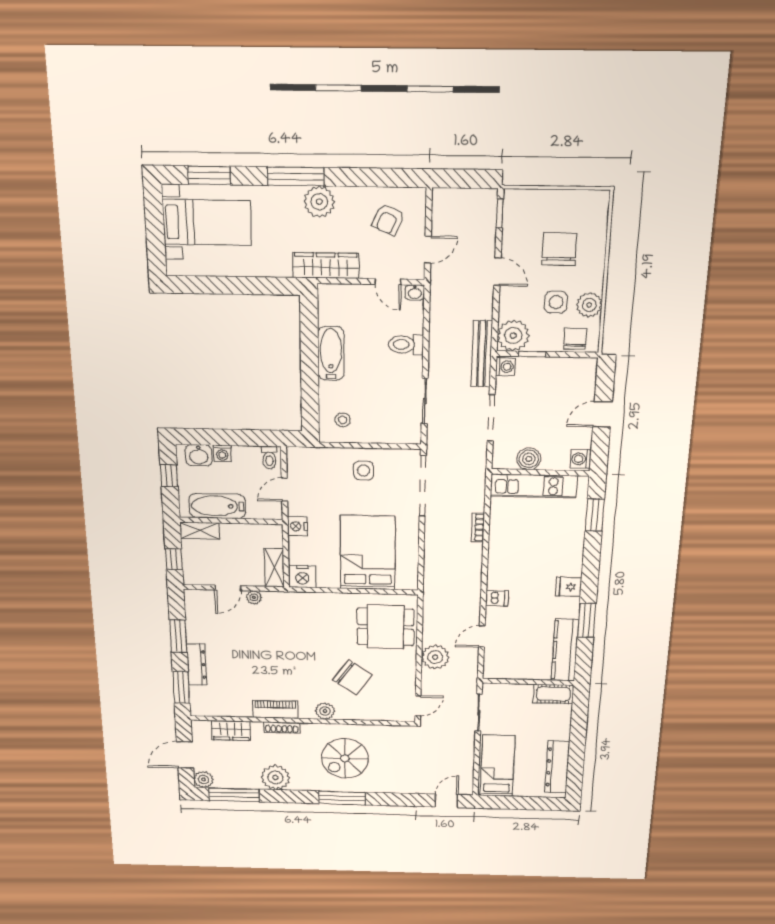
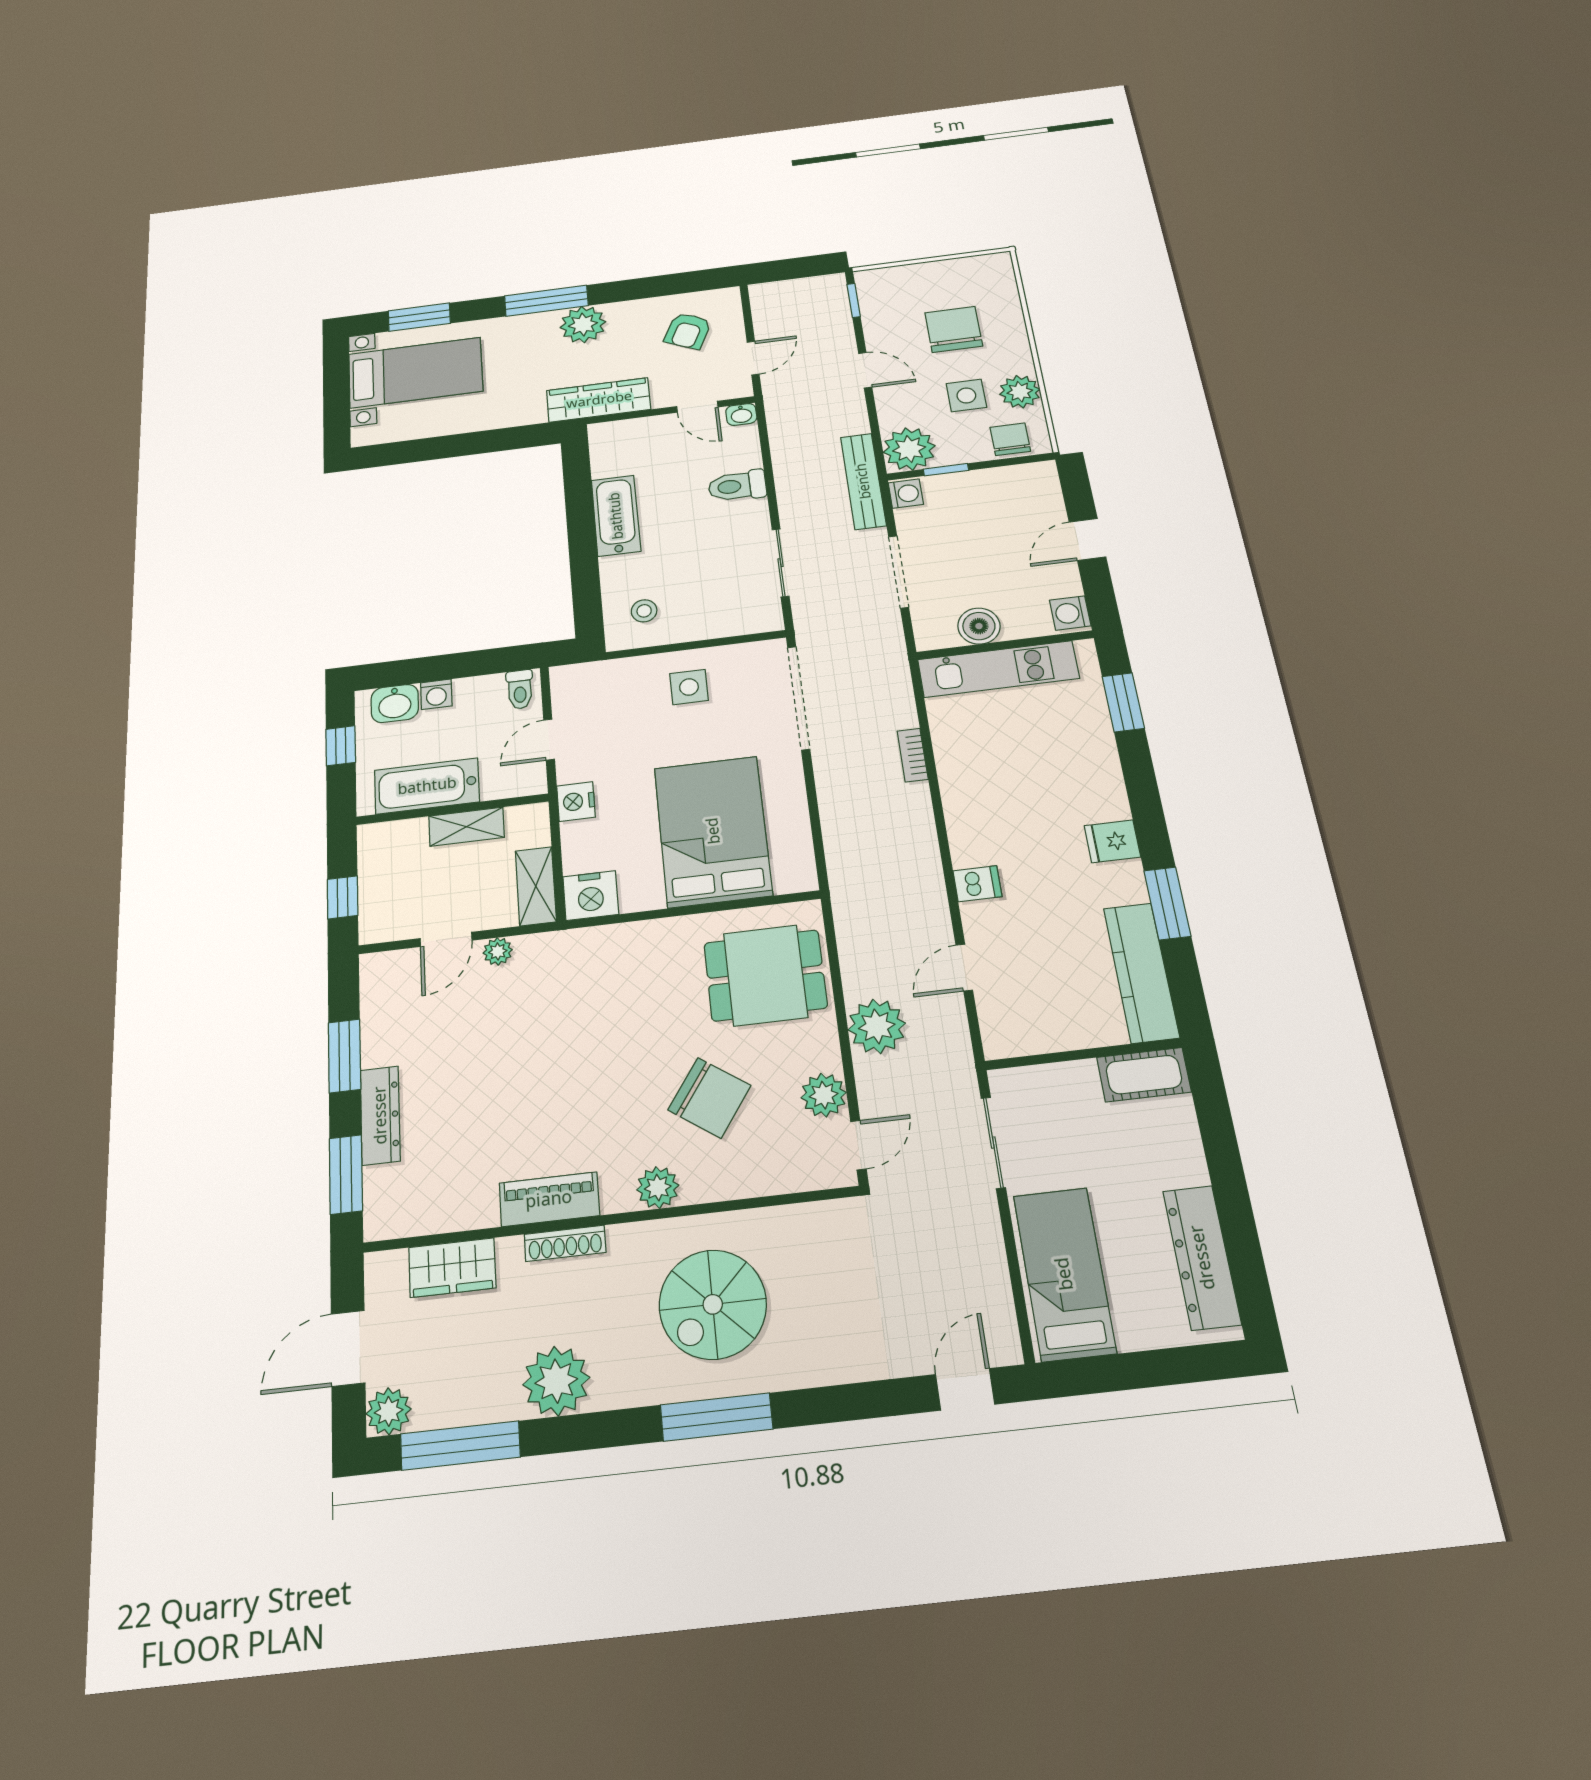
shelving: (200, 531) -> (466, 827), moved
plant: (405, 683) -> (824, 1095), added

